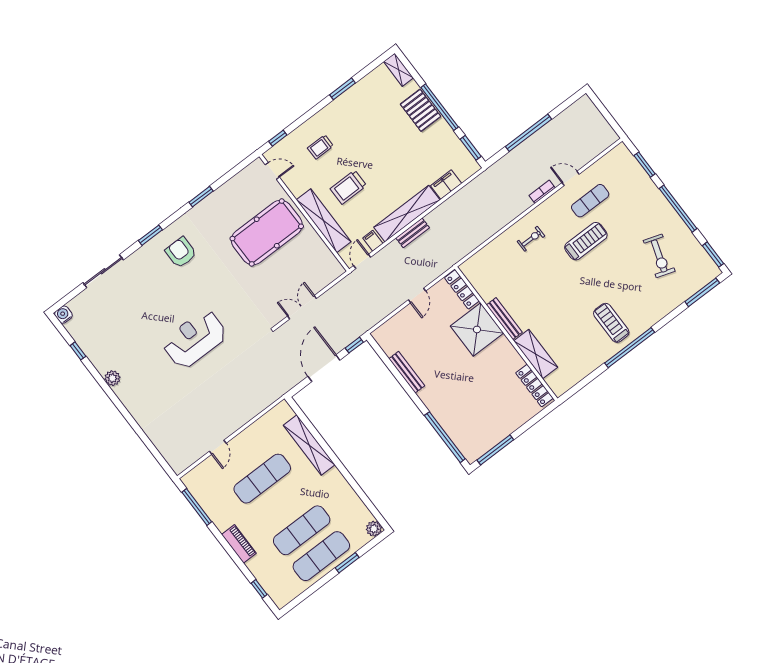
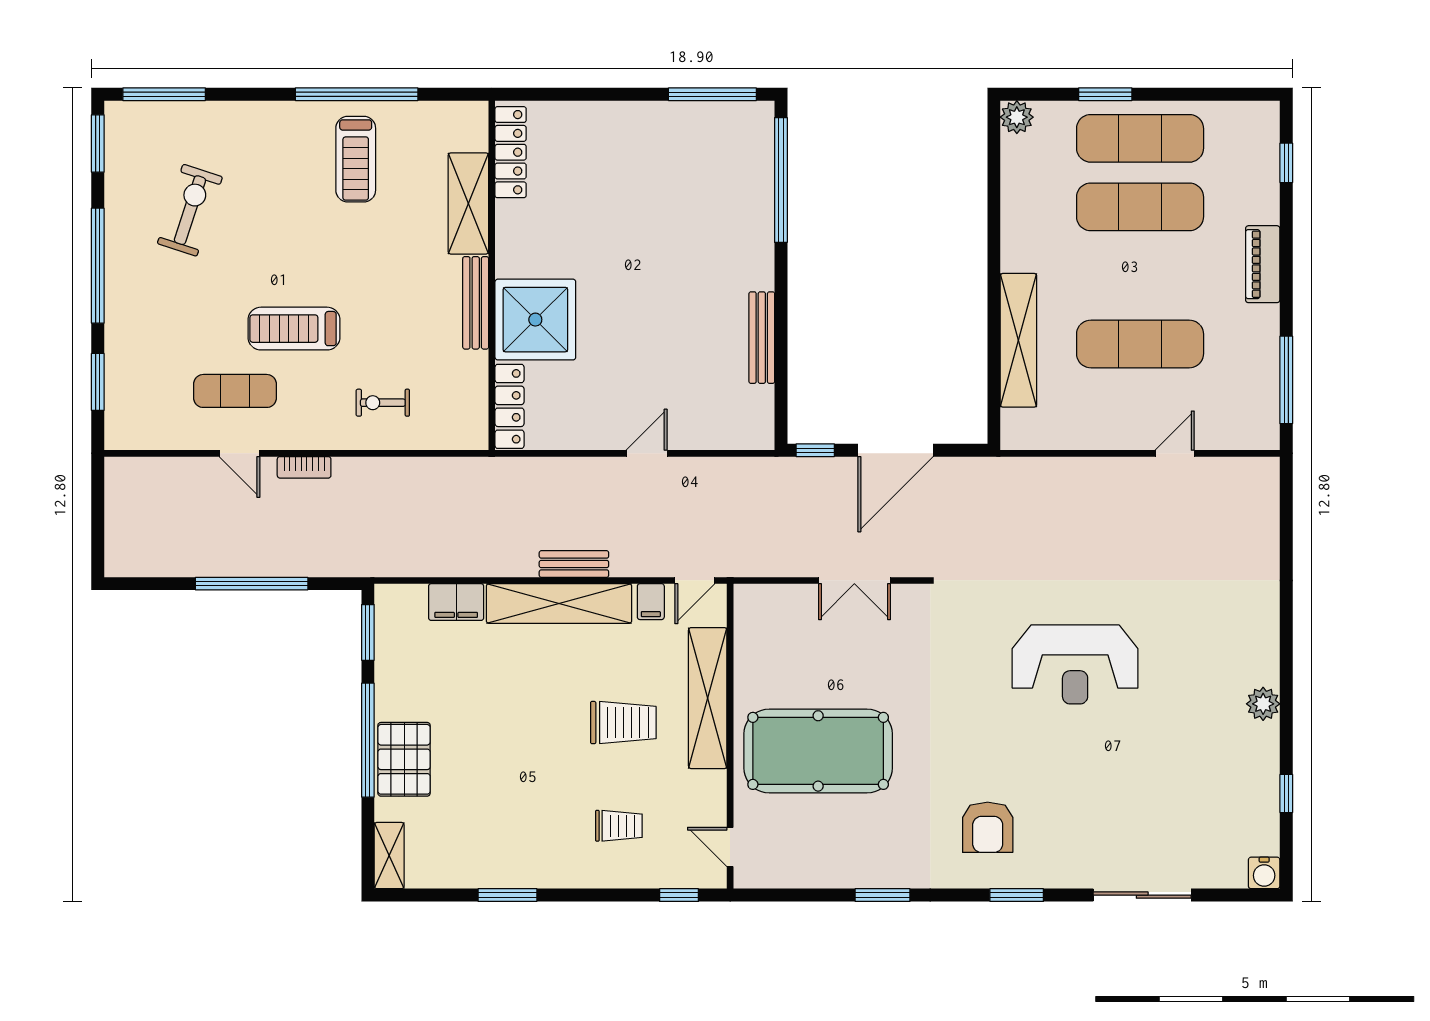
locker: (462, 289) -> (509, 406), moved
bench: (504, 319) -> (476, 303), moved
shower: (477, 329) -> (535, 320), moved
wall: (506, 334) -> (492, 275), moved
shelving: (536, 354) -> (468, 203), moved
locker: (534, 385) -> (511, 152), moved

